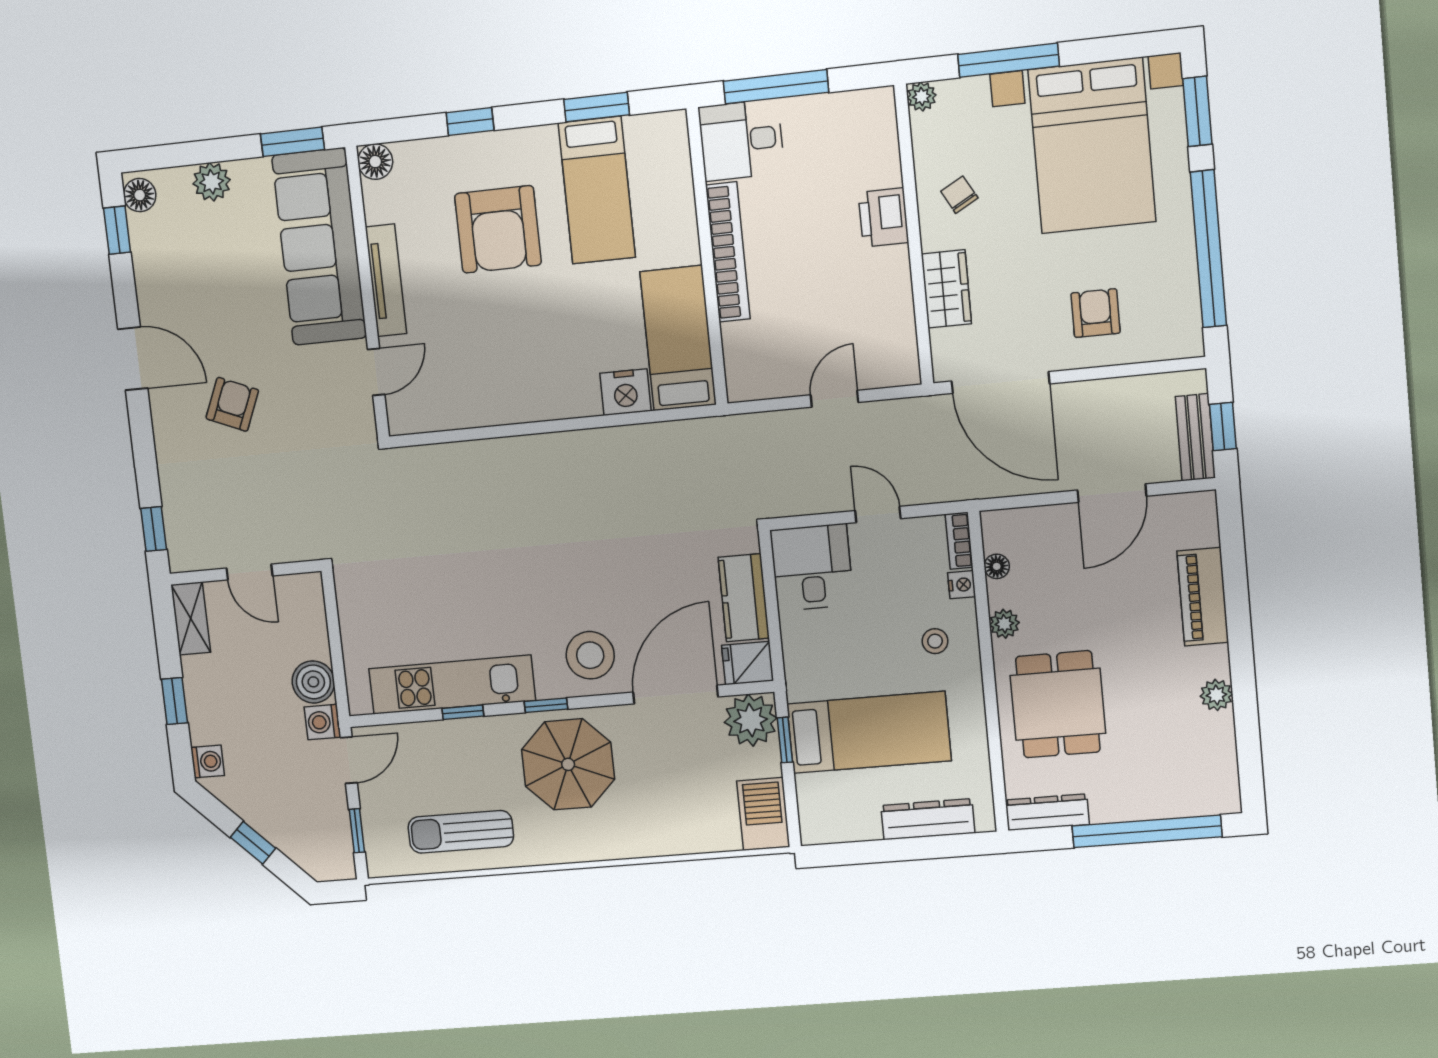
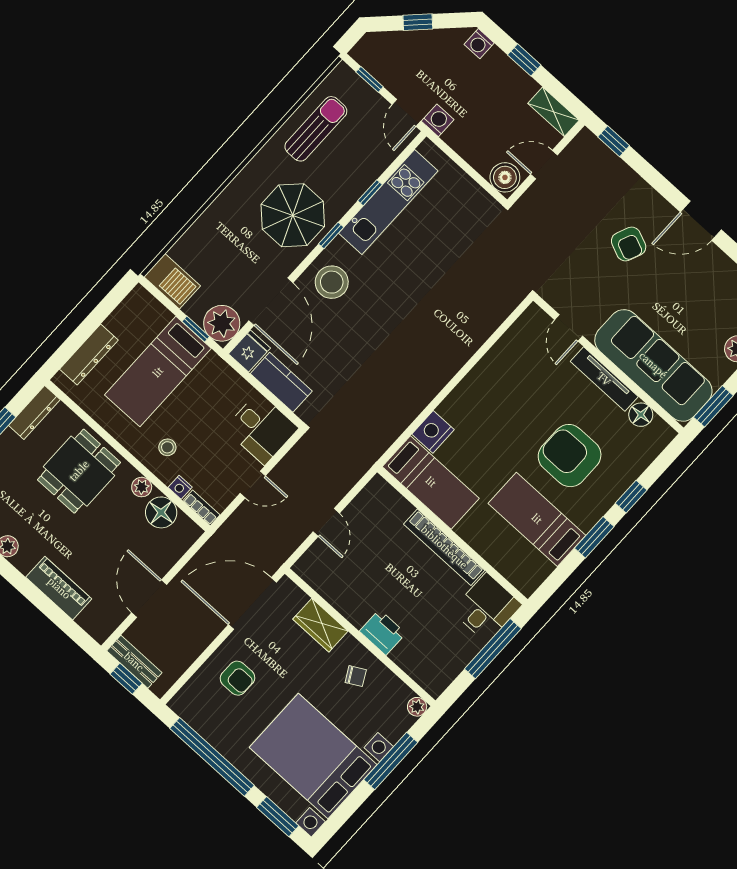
window: (597, 107) -> (594, 537), moved
floor lamp: (375, 162) -> (641, 415), moved
floor lamp: (997, 566) -> (161, 512), width x1.89, depth x1.89
boiler: (313, 682) -> (505, 177), moved
dining table: (1058, 704) -> (79, 471), turned 90

